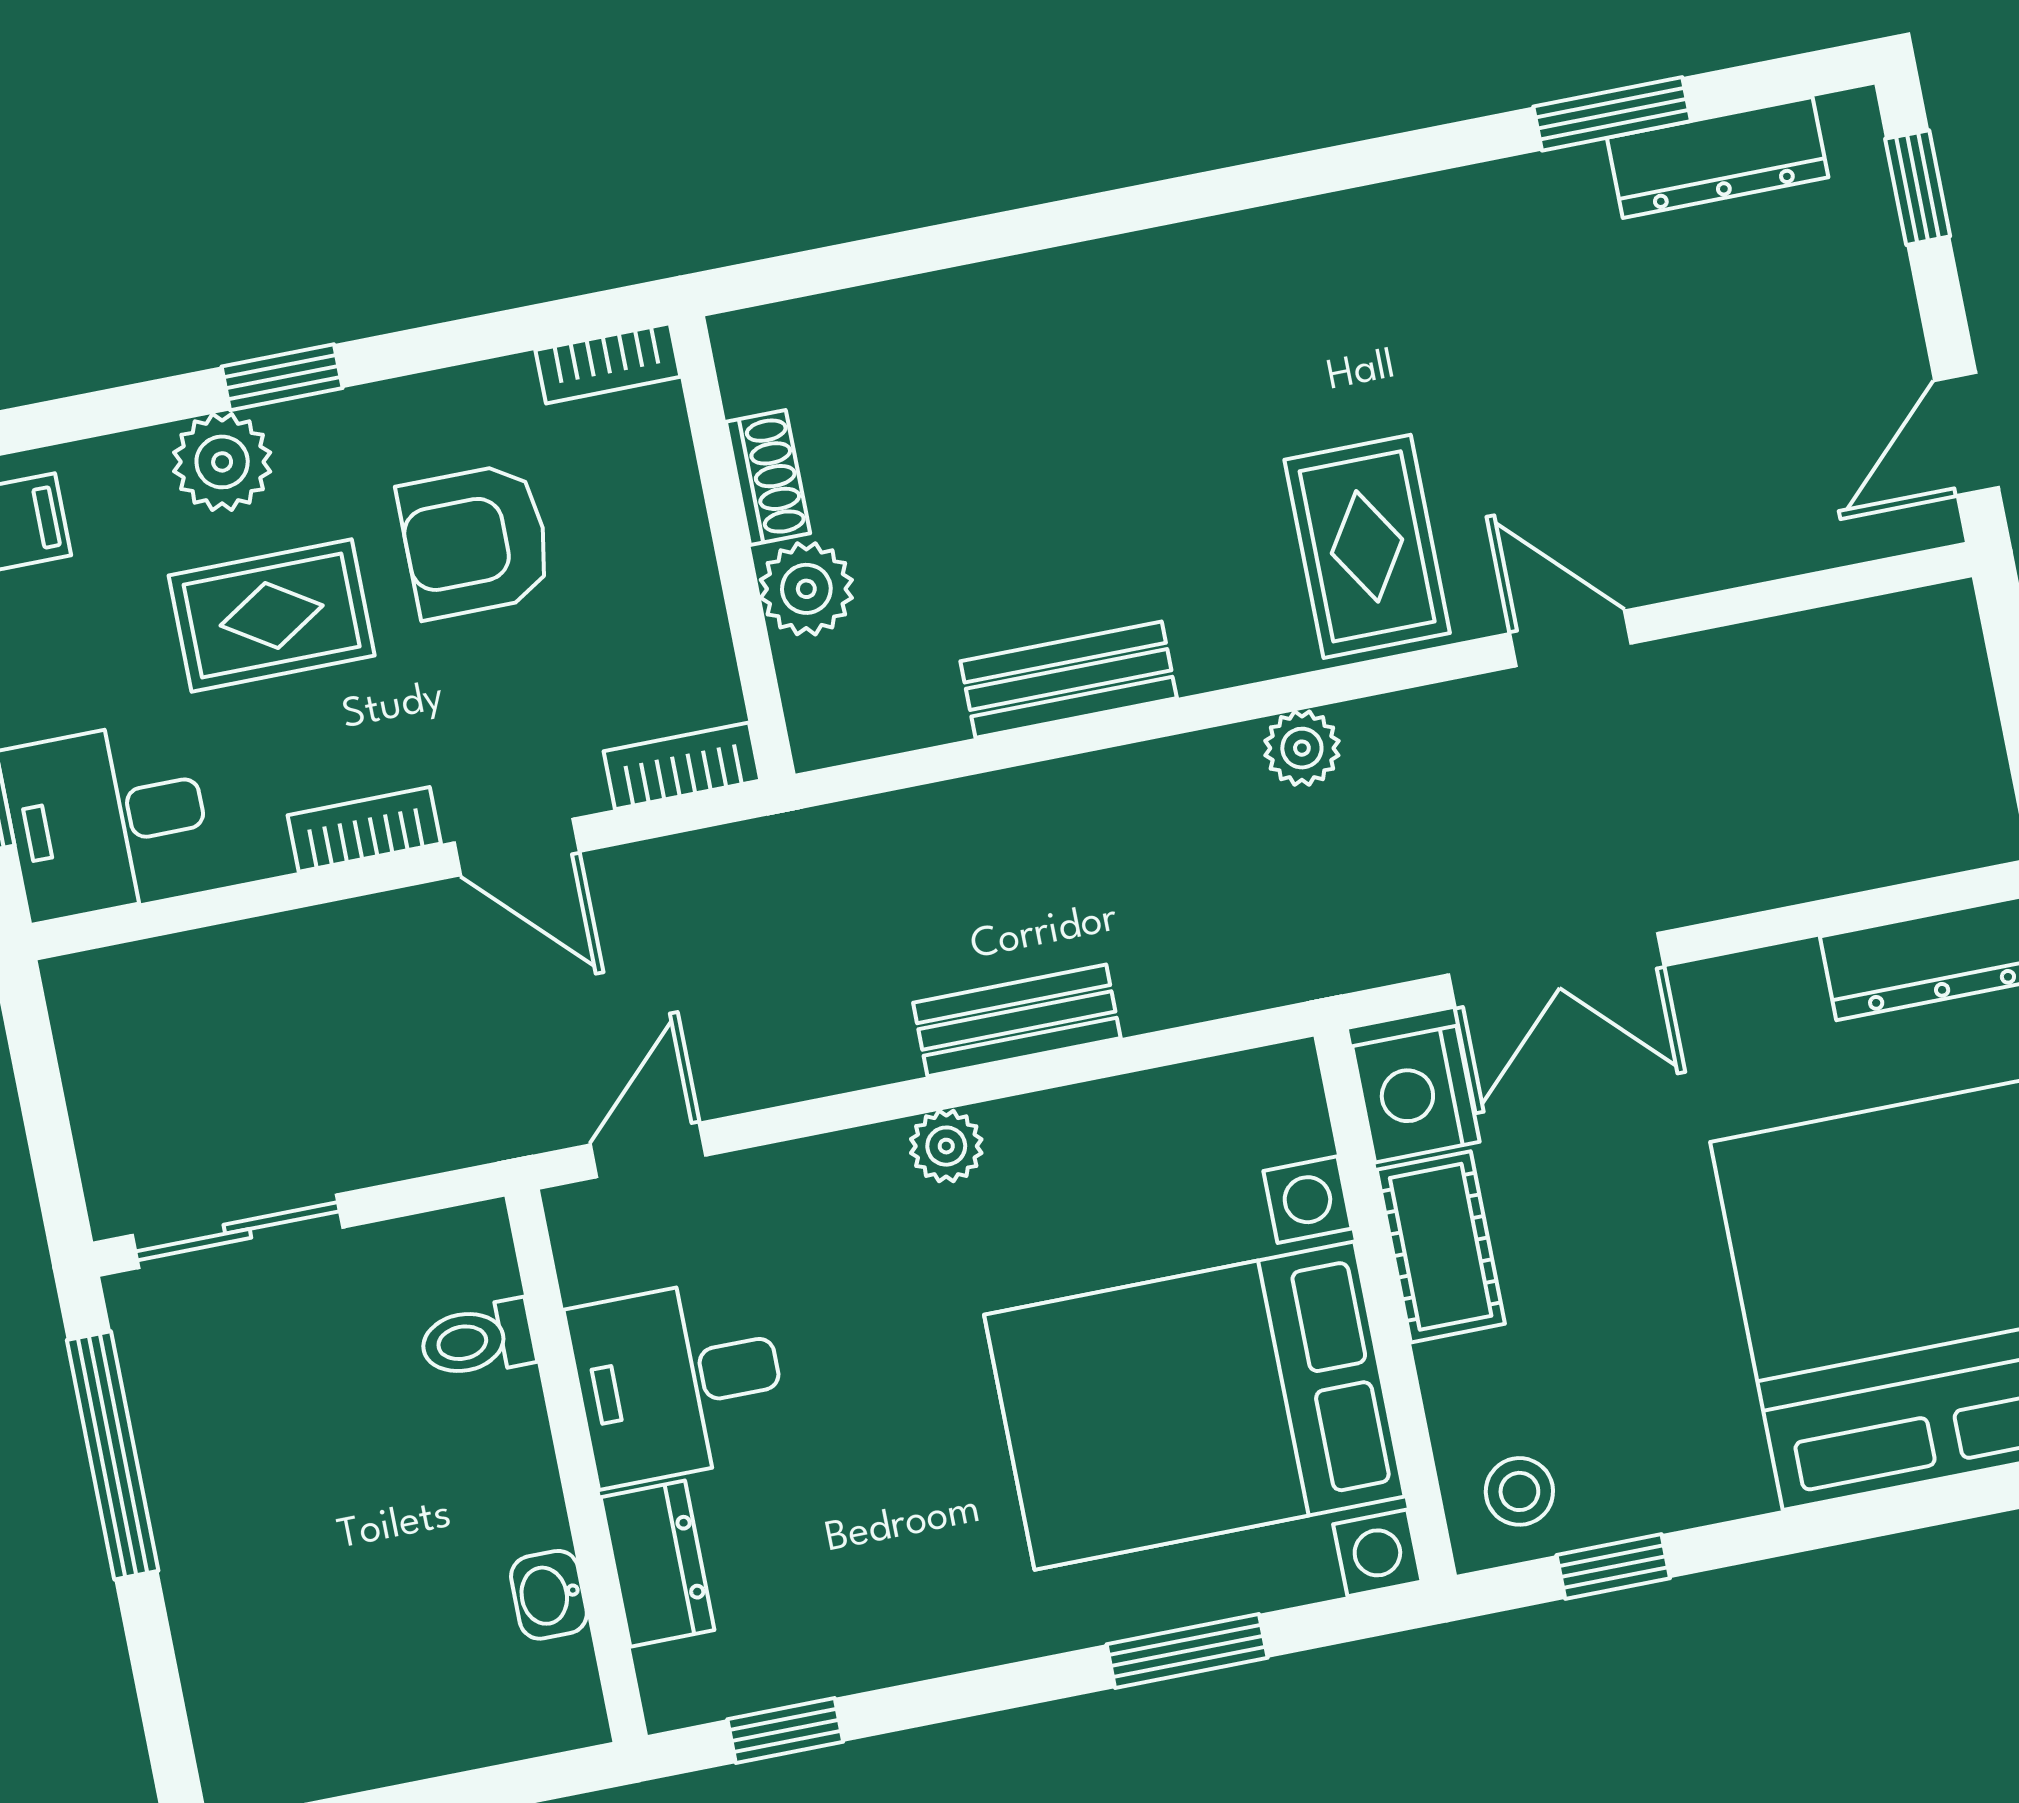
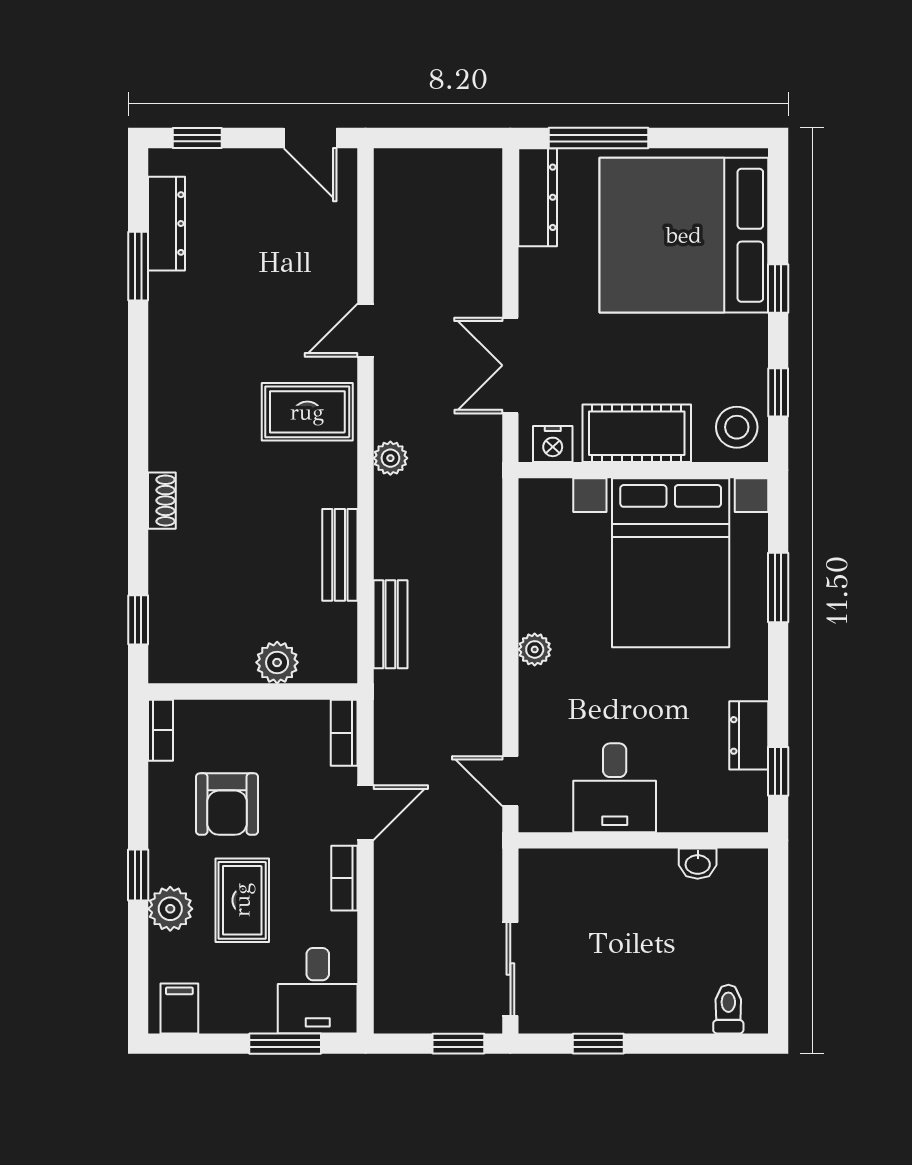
window: (839, 267) -> (138, 620), added
shoe rack: (768, 478) -> (162, 501), moved, turned 90
double door: (1556, 970) -> (510, 365), swing flipped
bench: (1017, 1020) -> (390, 624), moved
nightstand: (1416, 1094) -> (553, 444), width x0.74, depth x0.75
window: (52, 1150) -> (458, 1044), added
cot: (1441, 1247) -> (637, 433), width x1.37, depth x1.34
toilet: (477, 1340) -> (728, 1009), moved, turned 180
window: (113, 1455) -> (598, 1044), width x0.46
stool: (1519, 1491) -> (737, 427), width x1.37, depth x1.37
window: (1840, 1522) -> (778, 289), added
dresser: (658, 1564) -> (749, 735), moved, turned -90

